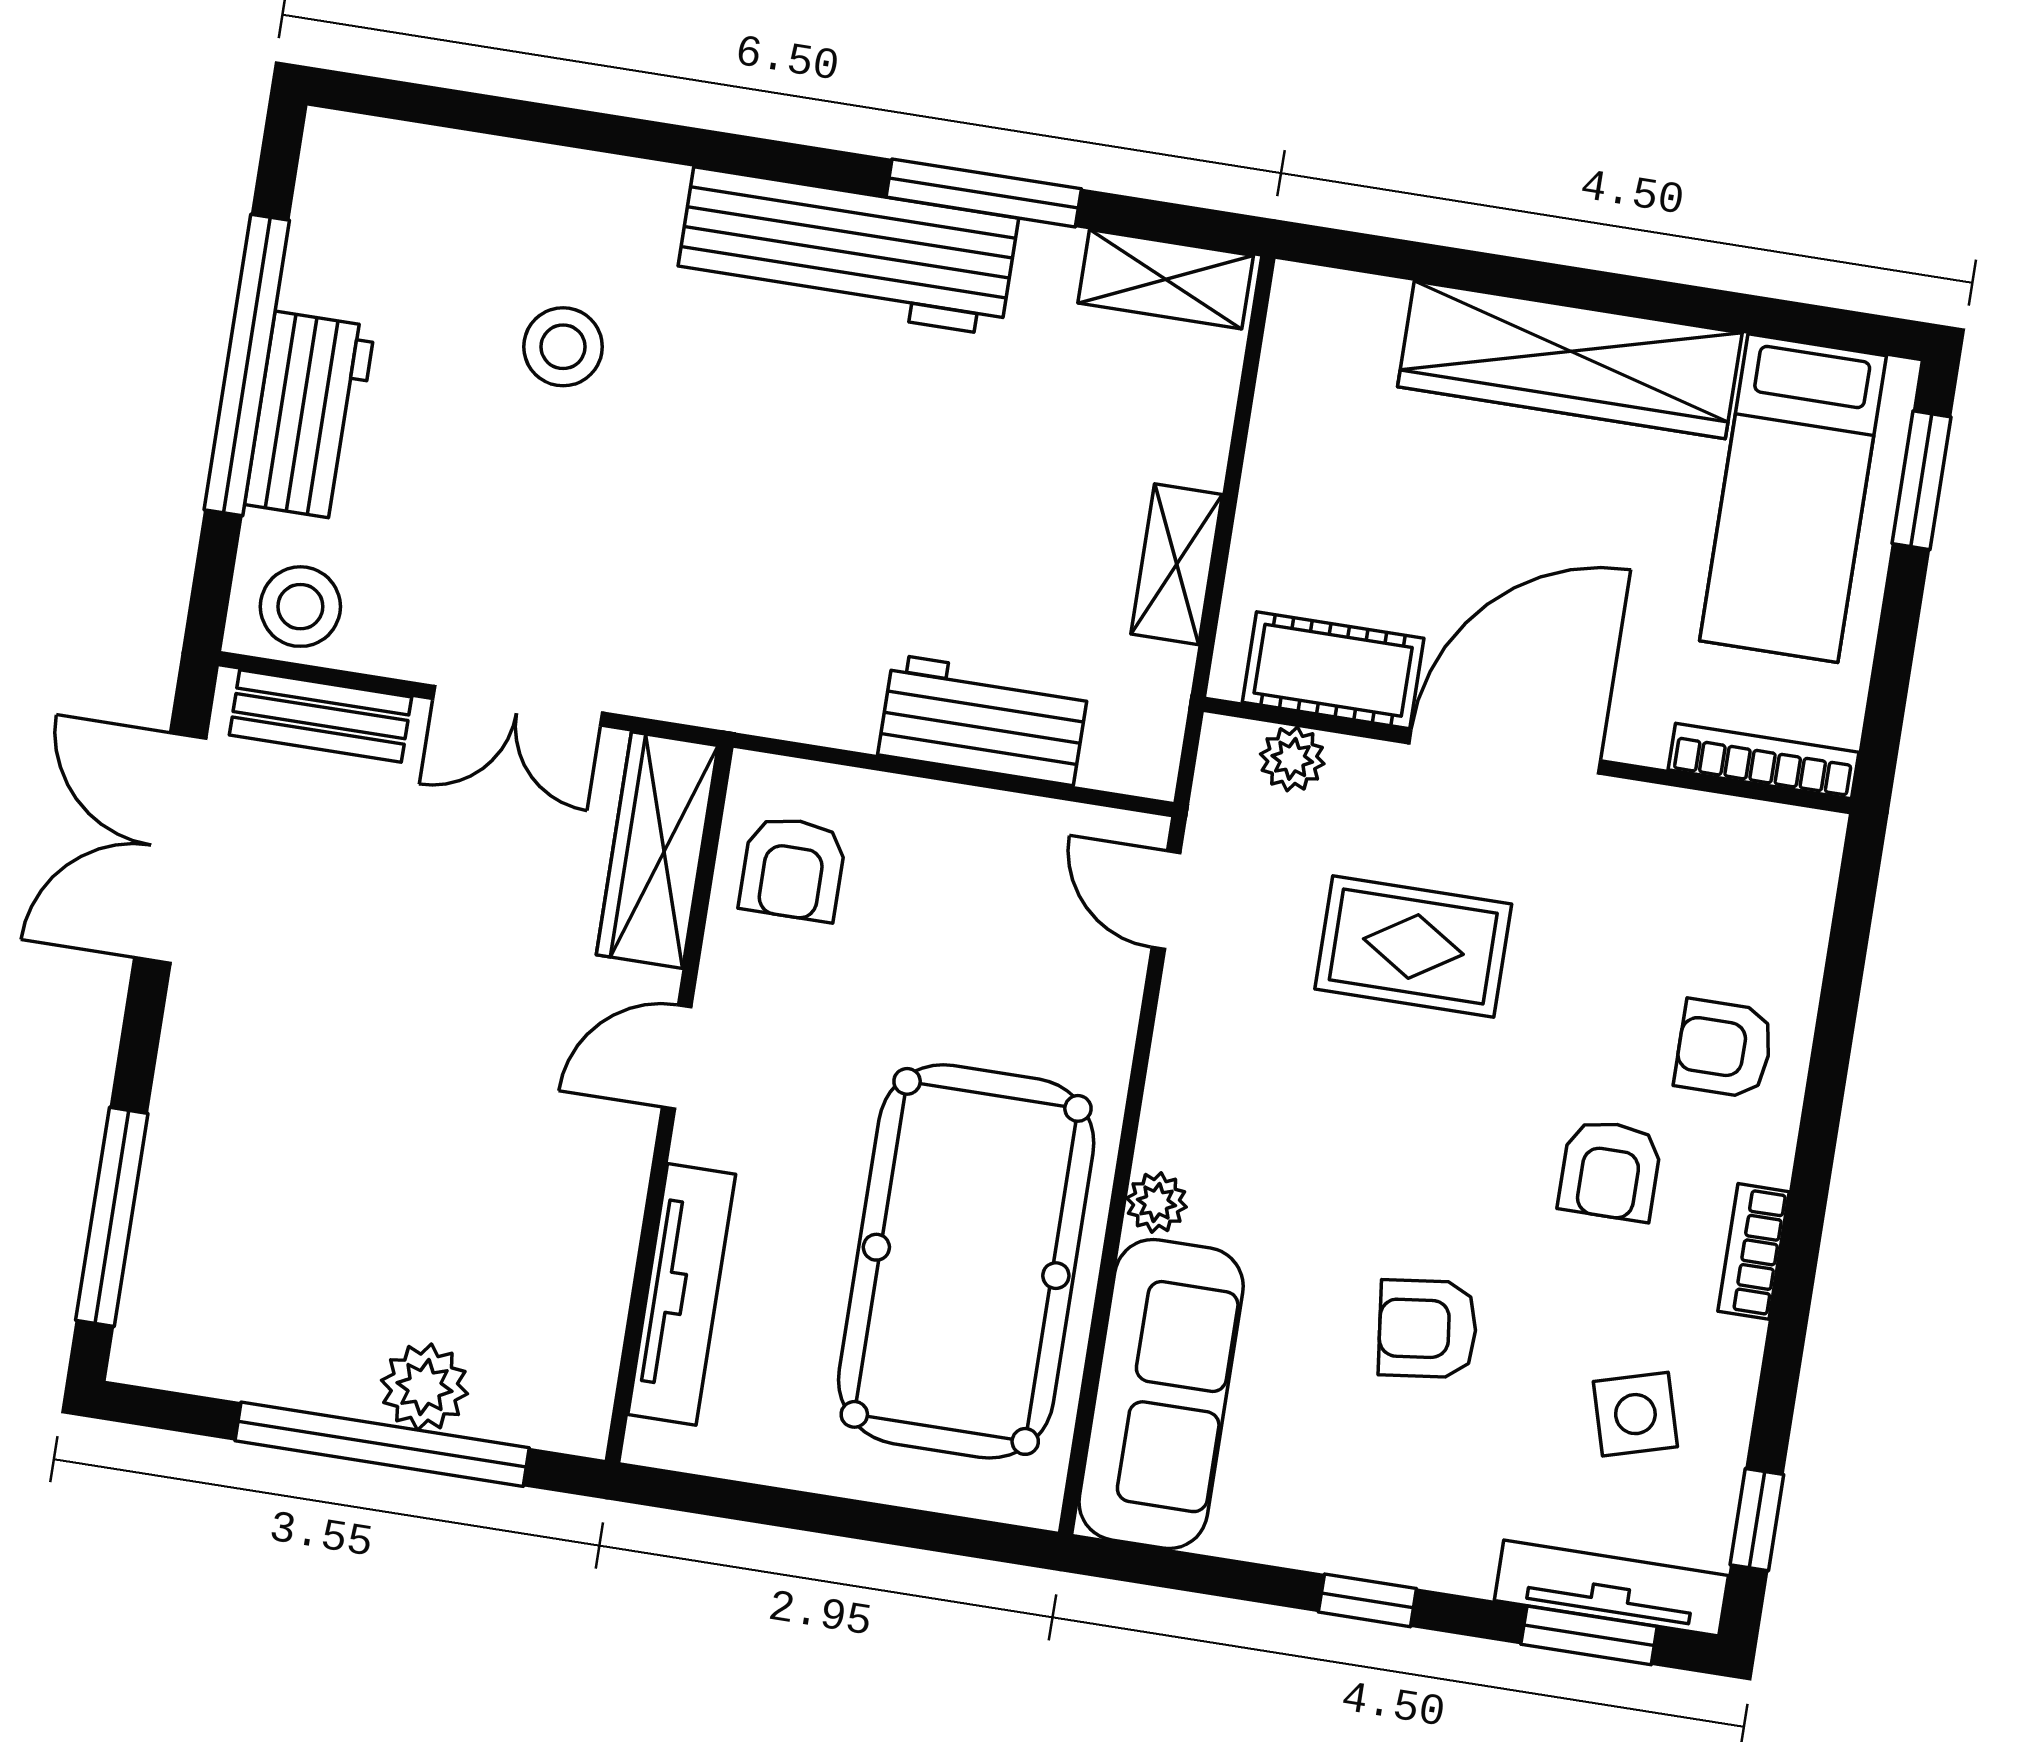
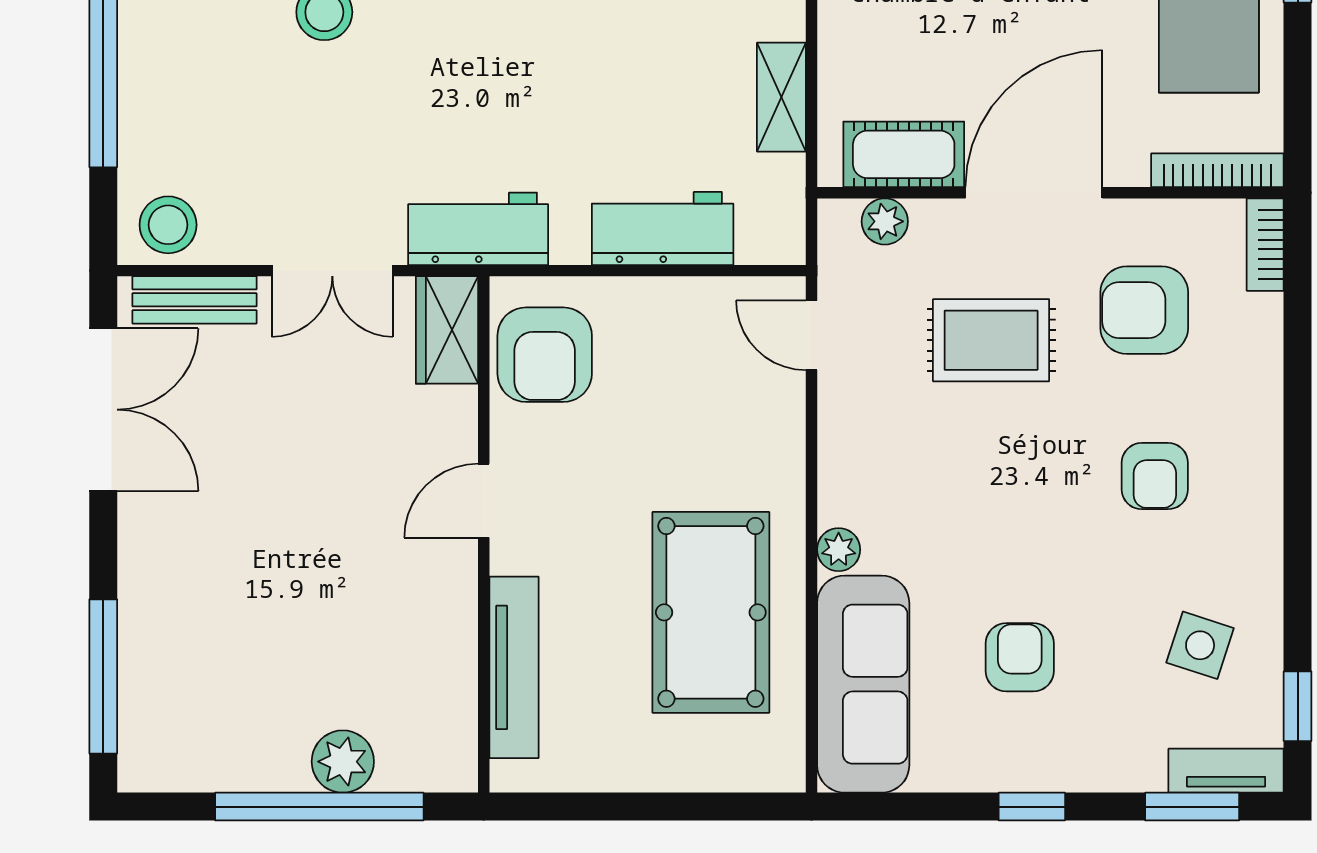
workbench: (310, 416) -> (478, 229), moved, turned -90
double door: (170, 848) -> (103, 410), swing flipped
wardrobe: (657, 850) -> (447, 330), width x0.67
armchair: (793, 869) -> (545, 355), width x1.38, depth x1.38
armchair: (1724, 1049) -> (1144, 310), moved, width x1.38, depth x1.38
bookcase: (1753, 1251) -> (1265, 245), moved
pool table: (966, 1261) -> (711, 612), width x0.73, depth x0.76
armchair: (1428, 1329) -> (1020, 657), moved, turned 97
side table: (1635, 1414) -> (1200, 645), turned 34
tv unit: (1611, 1588) -> (1226, 771), width x0.71

